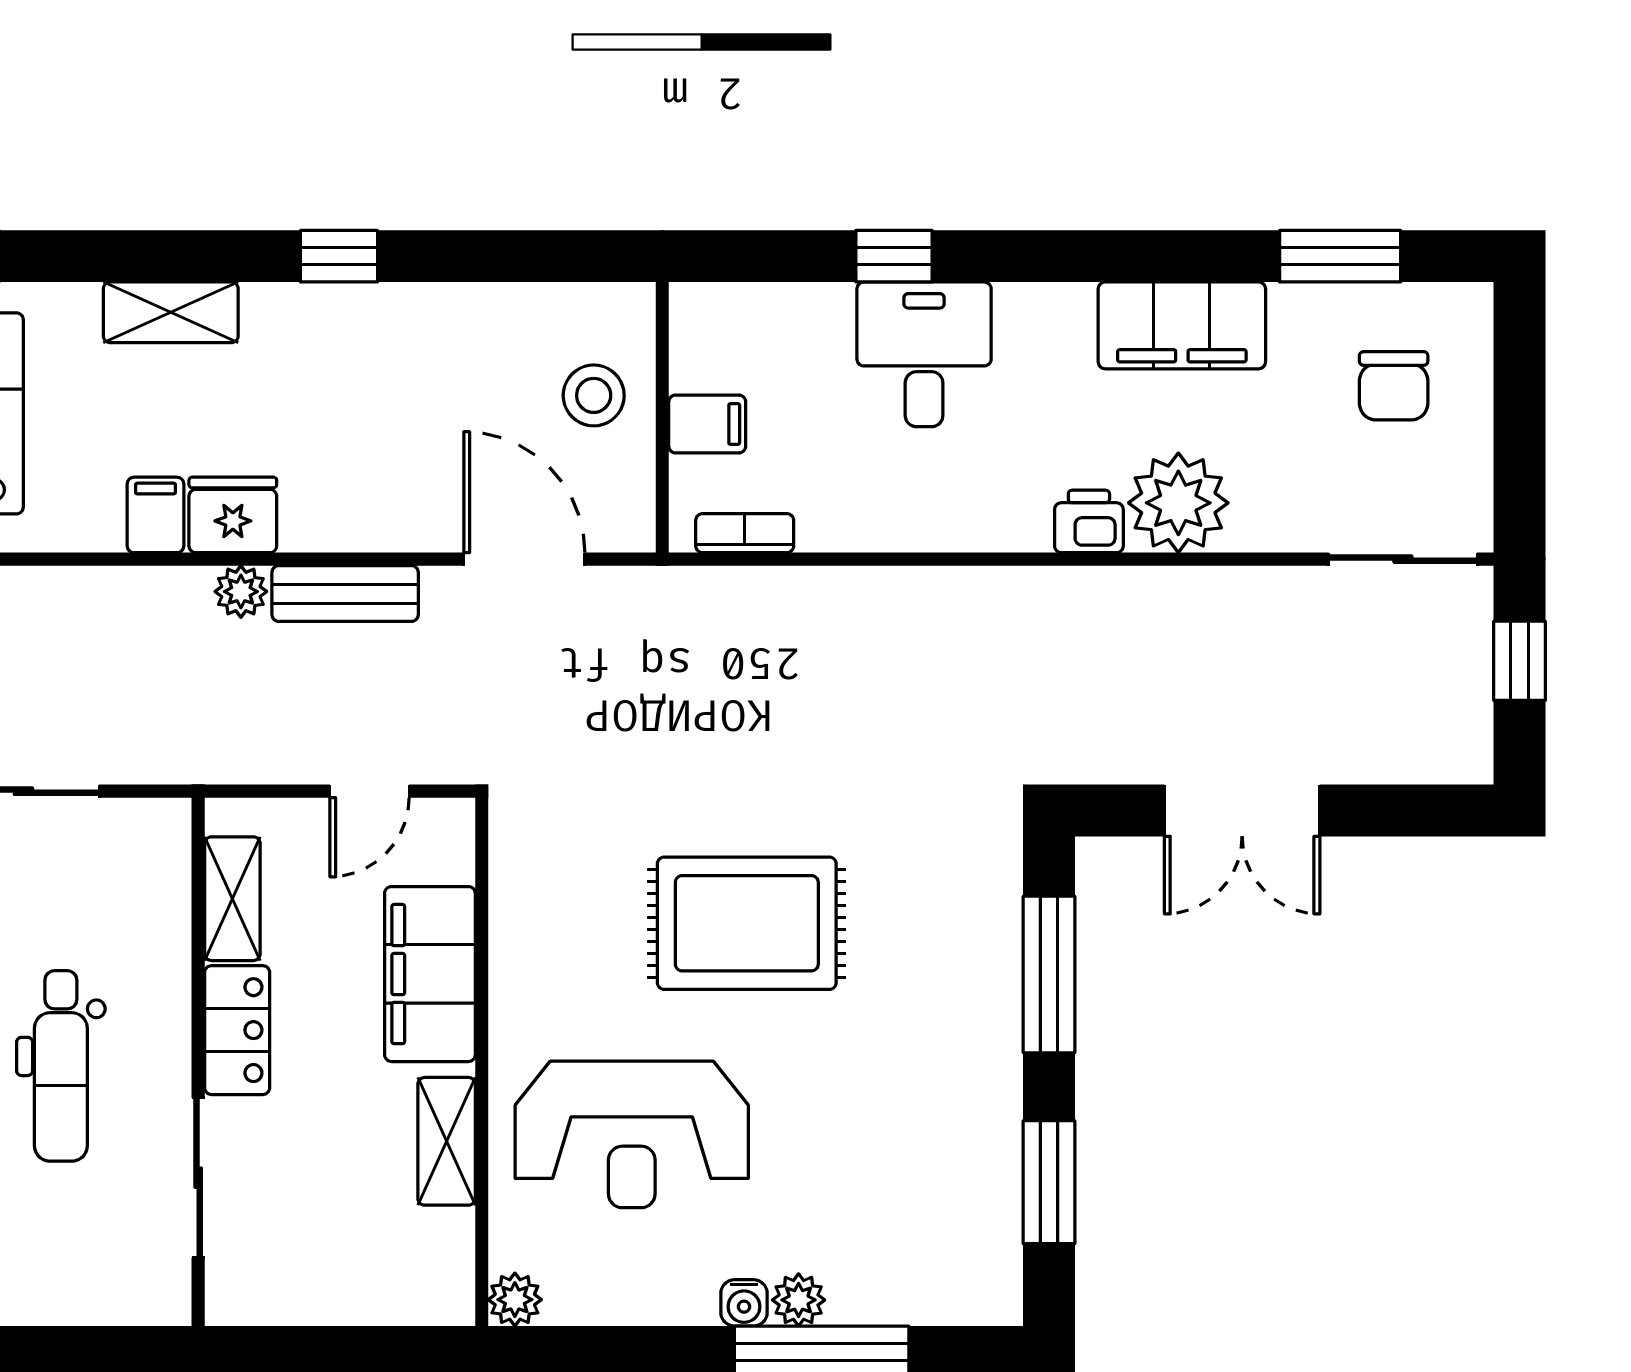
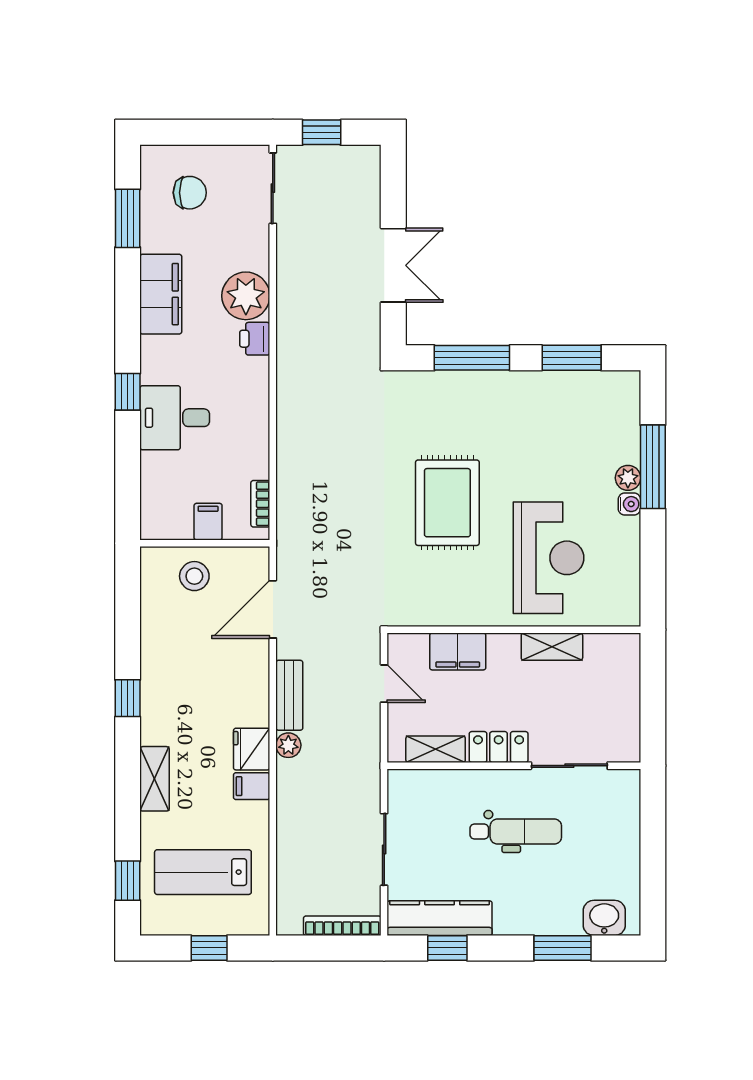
window: (894, 256) -> (128, 392), moved
filing cabinet: (430, 974) -> (458, 651), width x0.67, depth x0.86
plant: (515, 1300) -> (628, 614), removed

